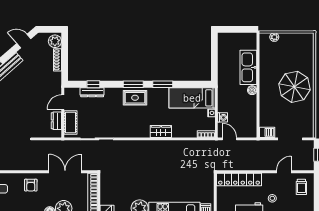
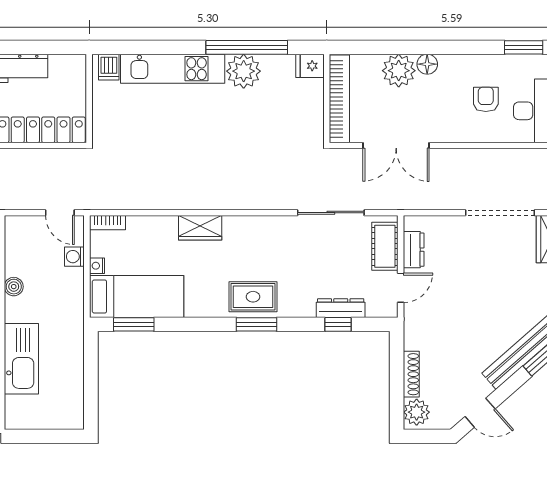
window: (163, 84) -> (134, 324), moved
boiler: (252, 90) -> (14, 287), moved
armchair: (31, 185) -> (486, 99), moved

